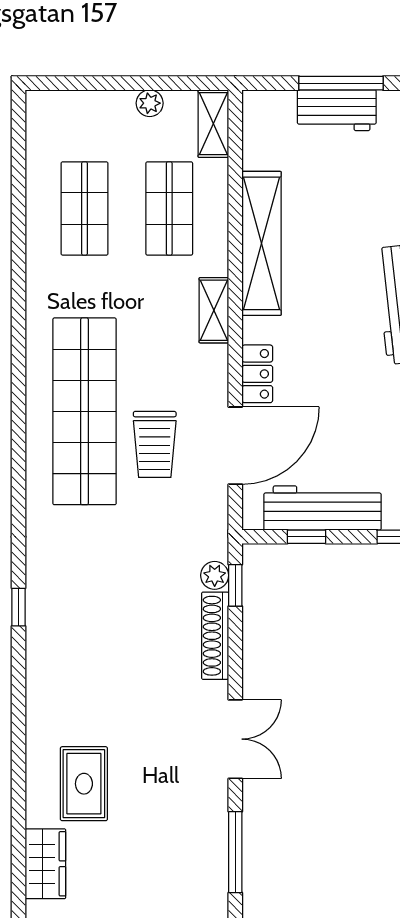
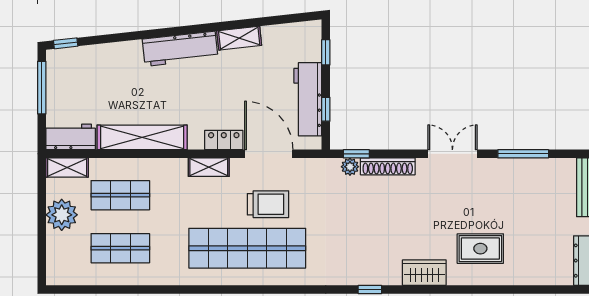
plant: (150, 103) -> (62, 215), width x1.87, depth x1.87
workbench: (337, 110) -> (71, 137), moved, turned -90
shelving: (214, 310) -> (209, 167), moved
wardrobe: (45, 864) -> (424, 273), moved

